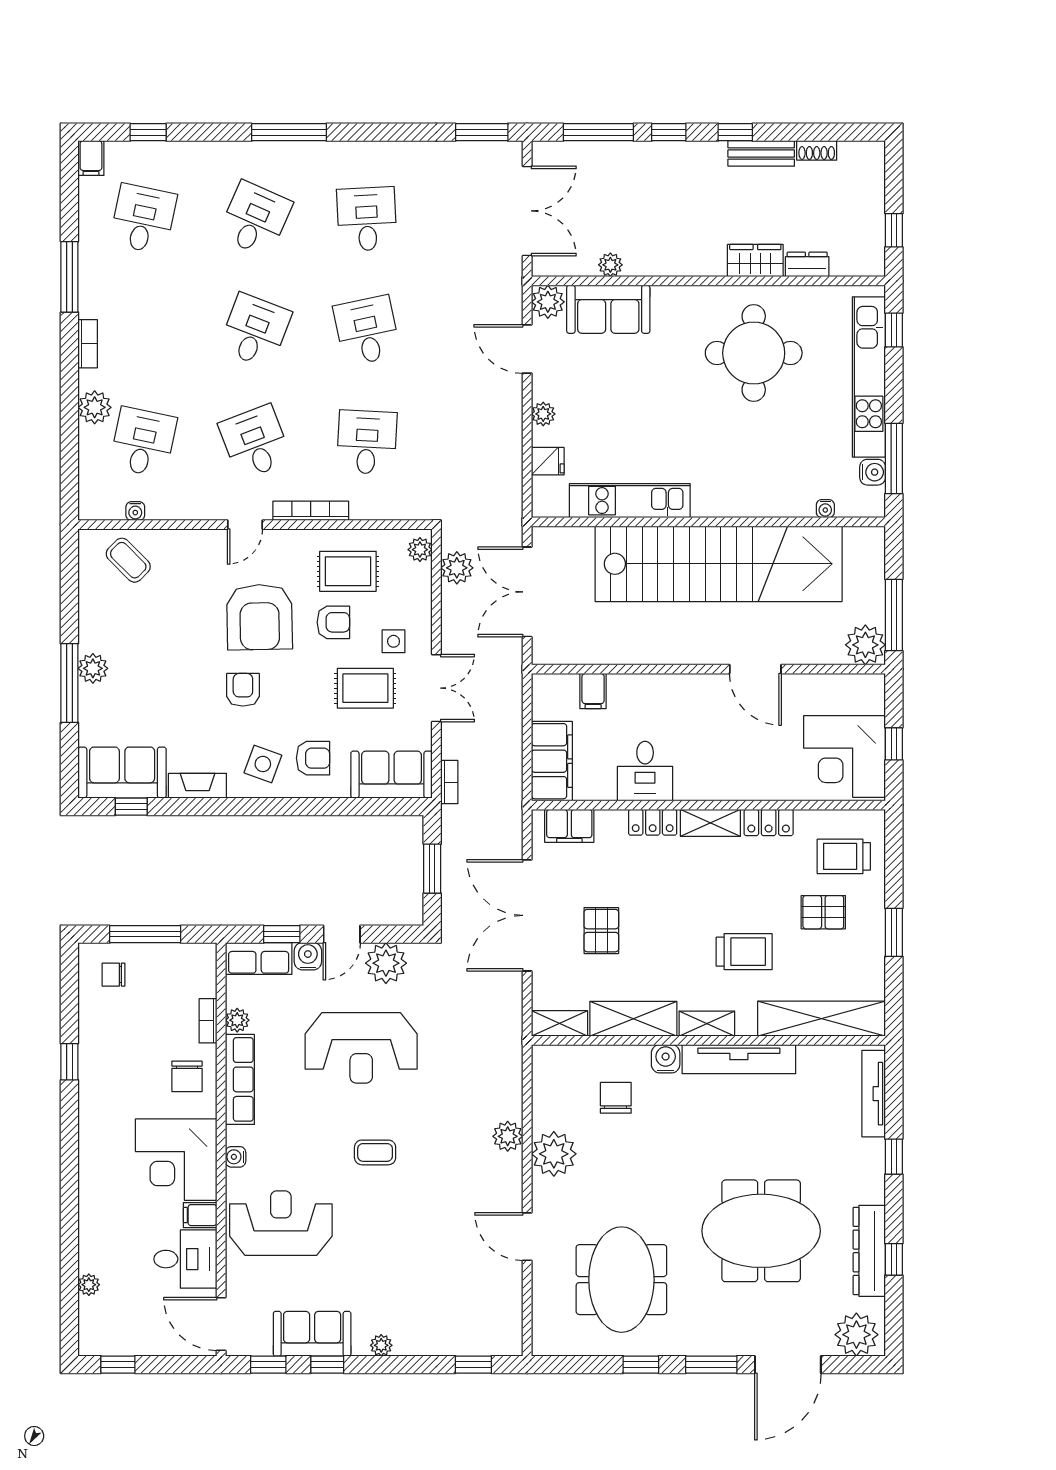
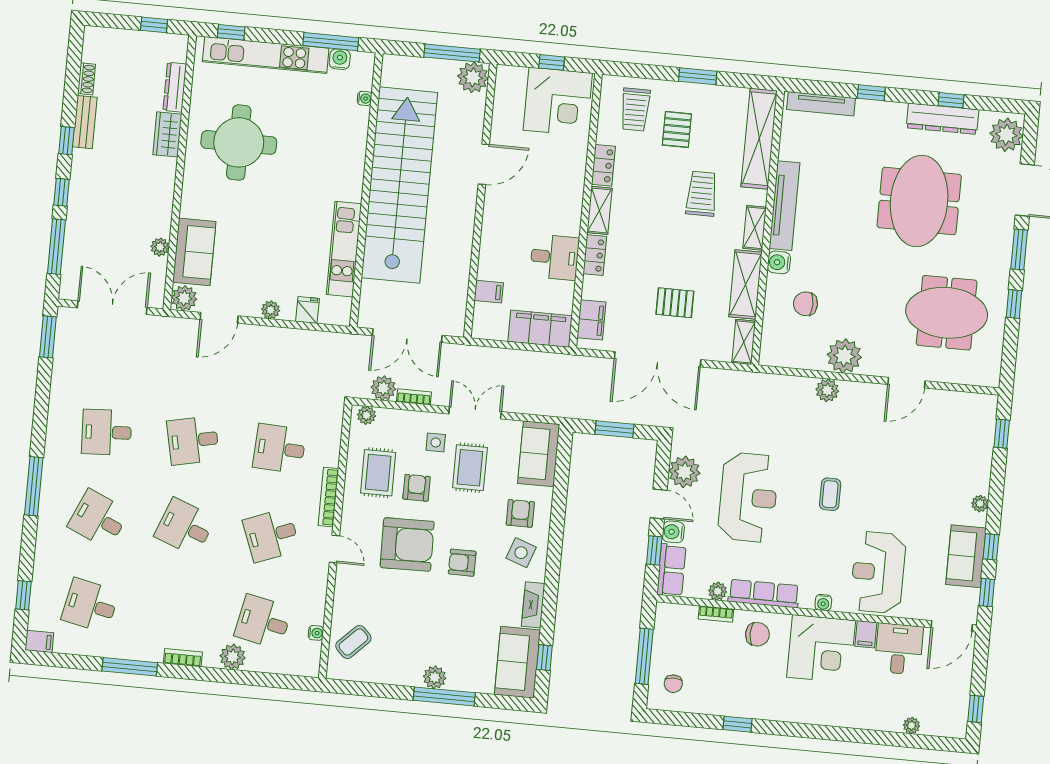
dresser: (807, 264) -> (175, 87), width x1.44
bookcase: (449, 782) -> (414, 397), moved

